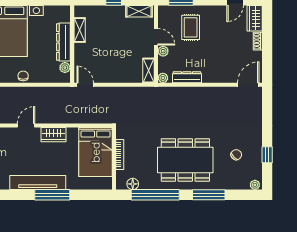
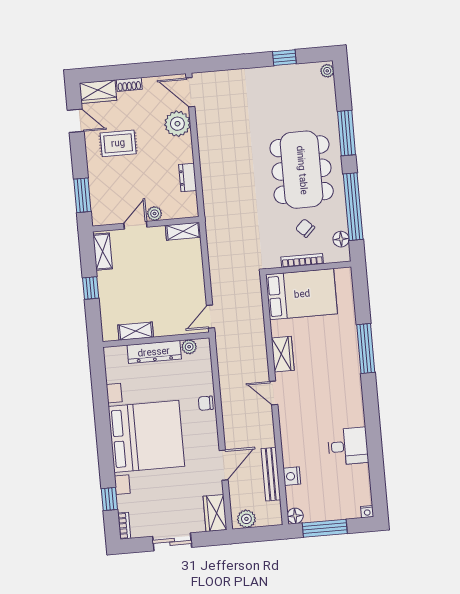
rug: (191, 27) -> (118, 143), moved
dresser: (187, 77) -> (188, 178), width x0.70
plant: (163, 78) -> (177, 124), moved, width x1.87, depth x1.87
chair: (236, 155) -> (305, 228), moved
tv unit: (38, 183) -> (351, 370), removed

